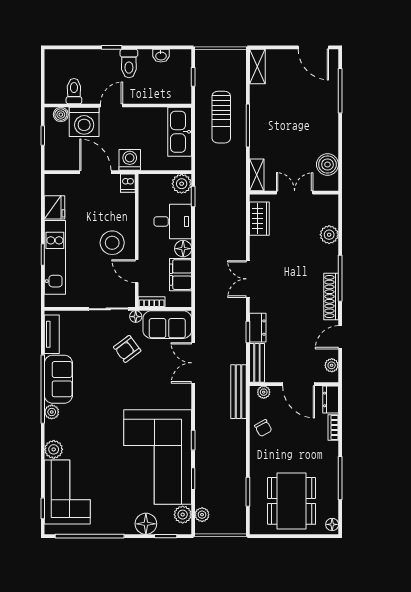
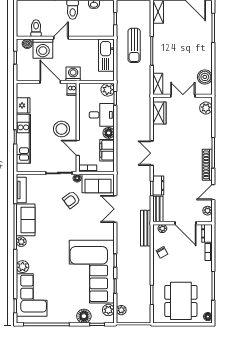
plant: (329, 235) -> (206, 108), moved

